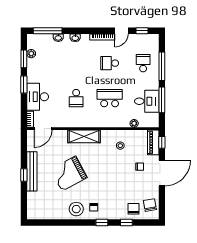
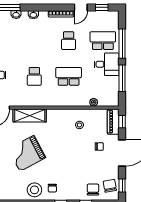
school desk: (110, 63) -> (69, 41), turned -90
school desk: (143, 63) -> (103, 41), width x1.85
desk: (147, 101) -> (107, 64), moved
shelving: (84, 136) -> (30, 115), moved
window: (162, 205) -> (122, 185), added

